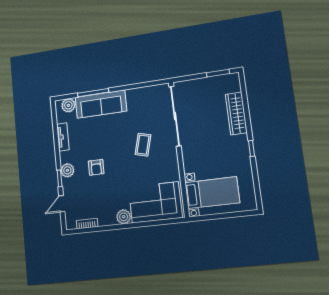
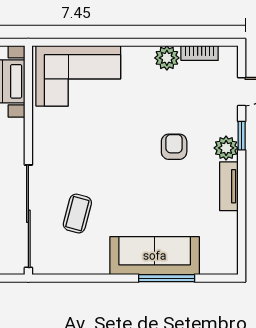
plant: (68, 105) -> (214, 262), removed
tv unit: (63, 137) -> (229, 186), moved
coffee table: (143, 145) -> (77, 214), moved
plant: (124, 217) -> (167, 58), moved

